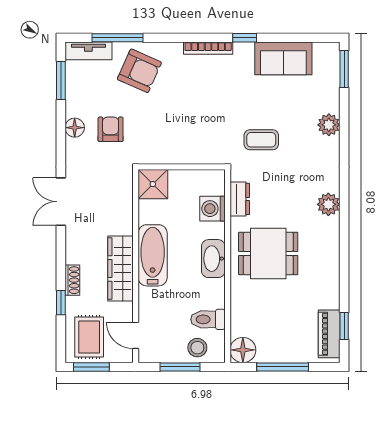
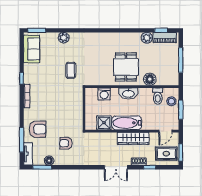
sofa: (283, 58) -> (32, 49), moved
armchair: (139, 71) -> (38, 129), turned 66
floor lamp: (75, 128) -> (49, 161), moved
shower: (153, 184) -> (104, 123), moved
dresser: (240, 199) -> (99, 81), removed
double door: (61, 202) -> (116, 167), moved
plant: (328, 204) -> (147, 38), moved
floor lamp: (243, 350) -> (150, 79), moved

